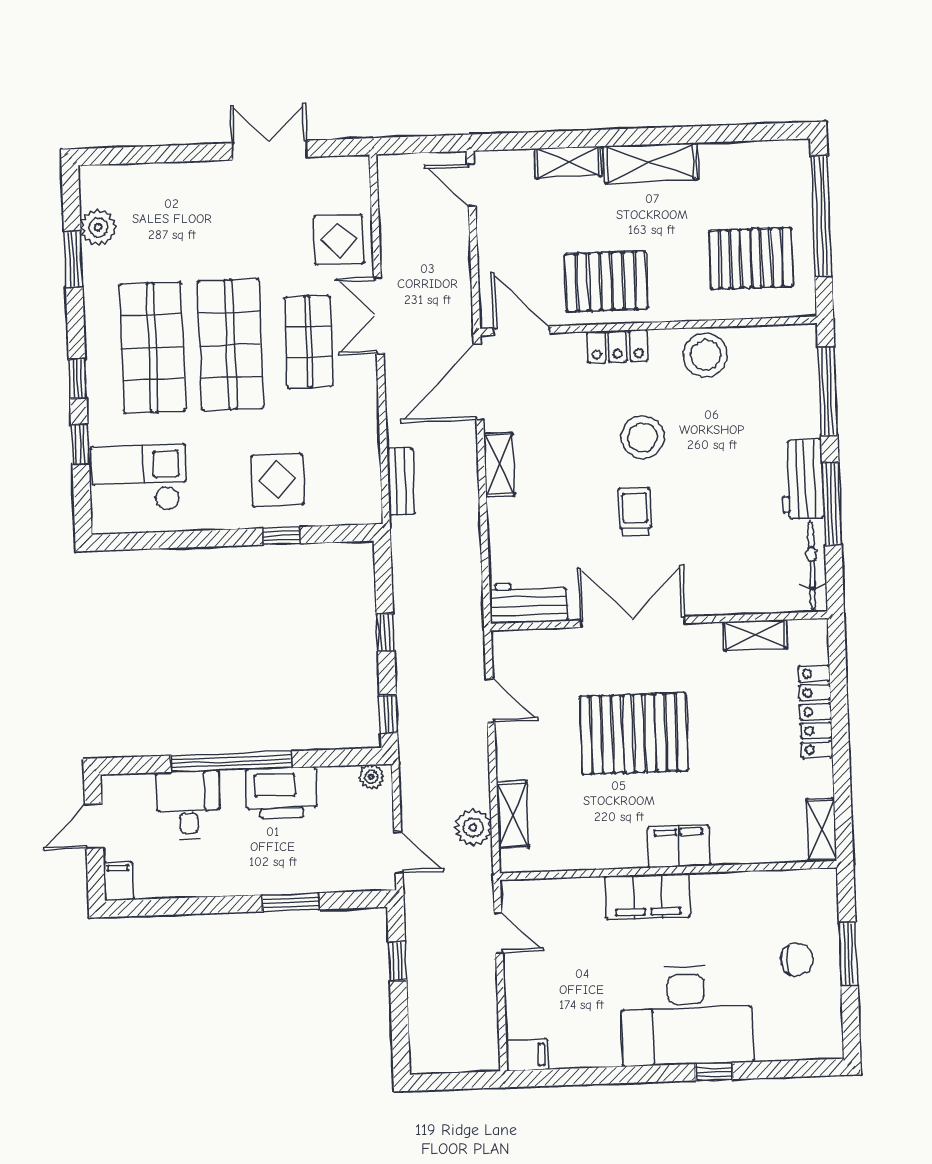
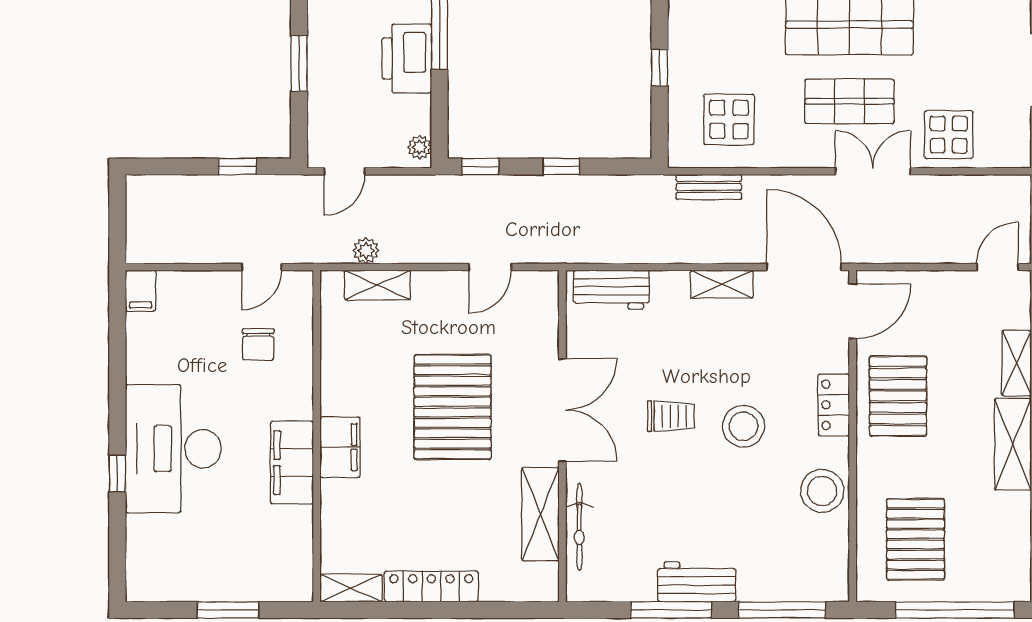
display table: (278, 480) -> (729, 119), moved
bicycle: (812, 565) -> (579, 527), moved, turned 90
workbench: (528, 603) -> (611, 290), moved, turned 90
shelving: (755, 635) -> (540, 514), width x1.50, depth x1.33
locker: (816, 711) -> (431, 586), moved
plant: (473, 828) -> (366, 251), width x0.73, depth x0.73
filing cabinet: (648, 896) -> (292, 463), moved
chair: (797, 959) -> (258, 344), moved

